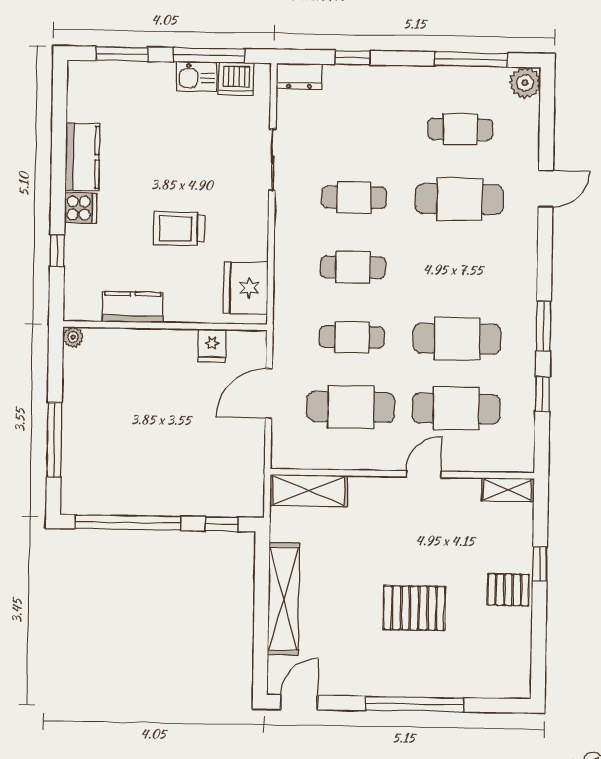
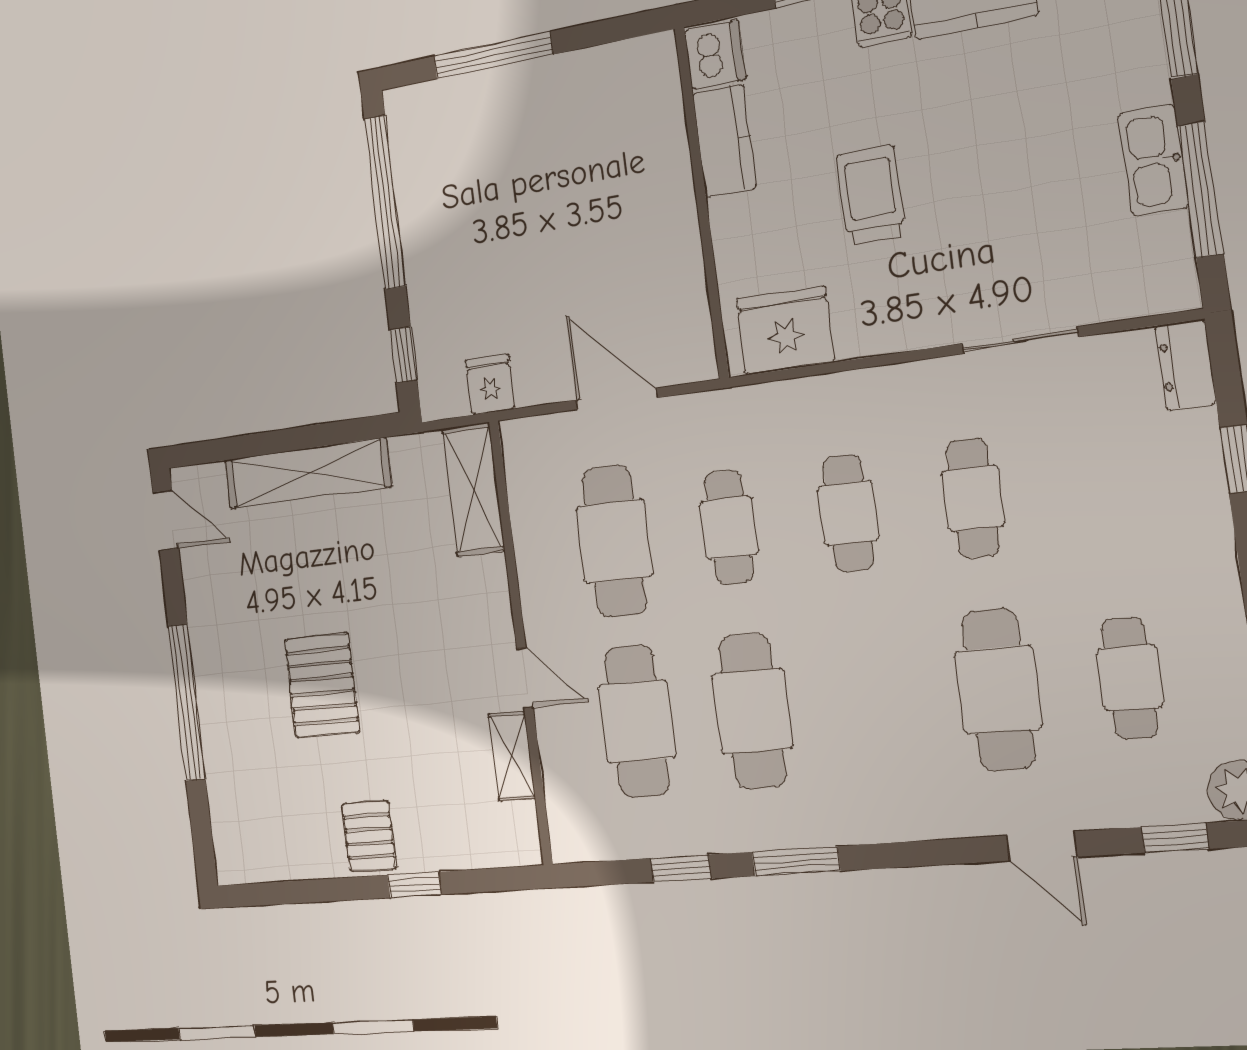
kitchen sink: (197, 77) -> (1153, 160), width x1.38
dishwasher: (236, 79) -> (715, 55), moved, turned 180
window: (547, 119) -> (1175, 838), added
plant: (73, 337) -> (660, 50), removed
fridge: (212, 346) -> (490, 385), moved, turned 90
shelving: (507, 490) -> (512, 756), moved

